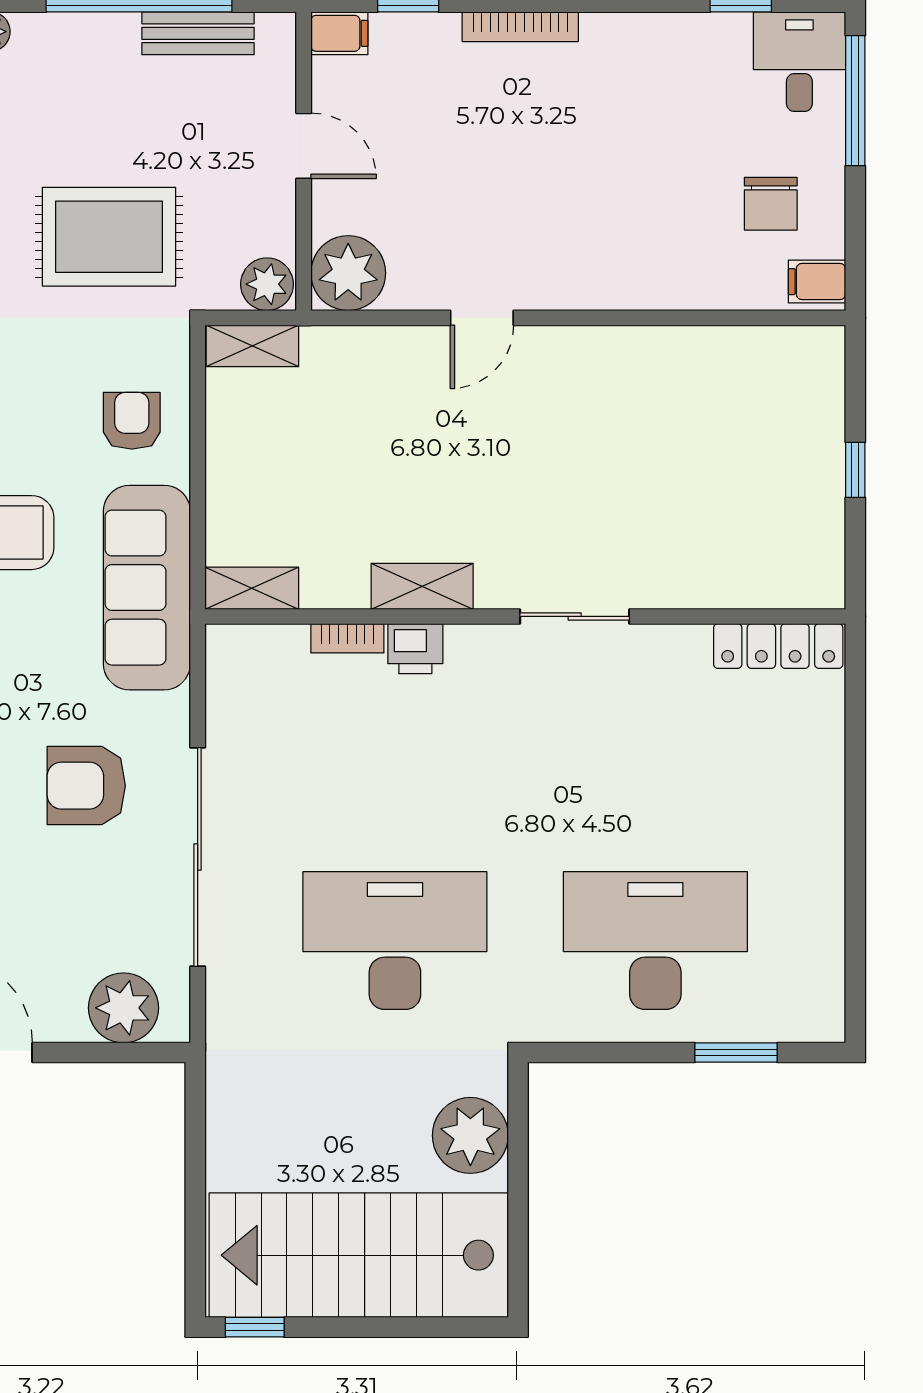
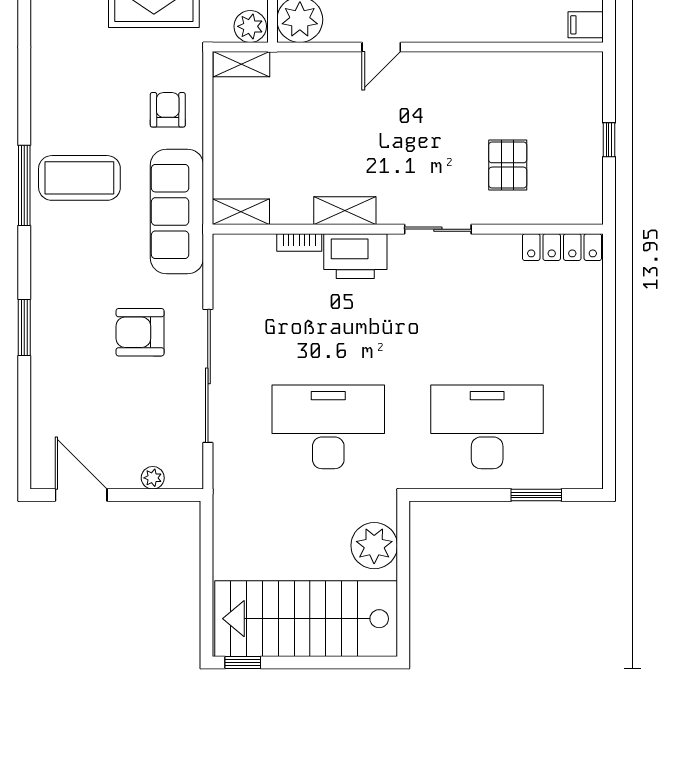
pallet: (689, 511) -> (508, 165), added
printer: (415, 649) -> (355, 256), width x1.87, depth x1.48
plant: (124, 1008) -> (153, 478), width x0.53, depth x0.53

